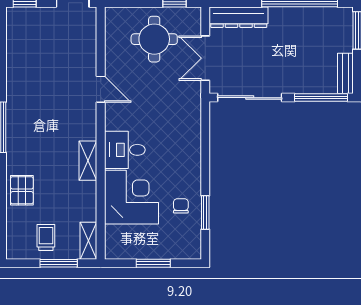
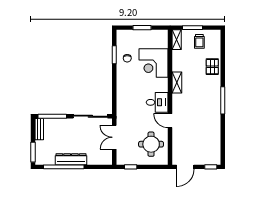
dresser: (239, 17) -> (71, 159), moved
round table: (154, 39) -> (151, 144), moved
double door: (205, 58) -> (114, 137), swing flipped
desk: (125, 150) -> (157, 102), moved

